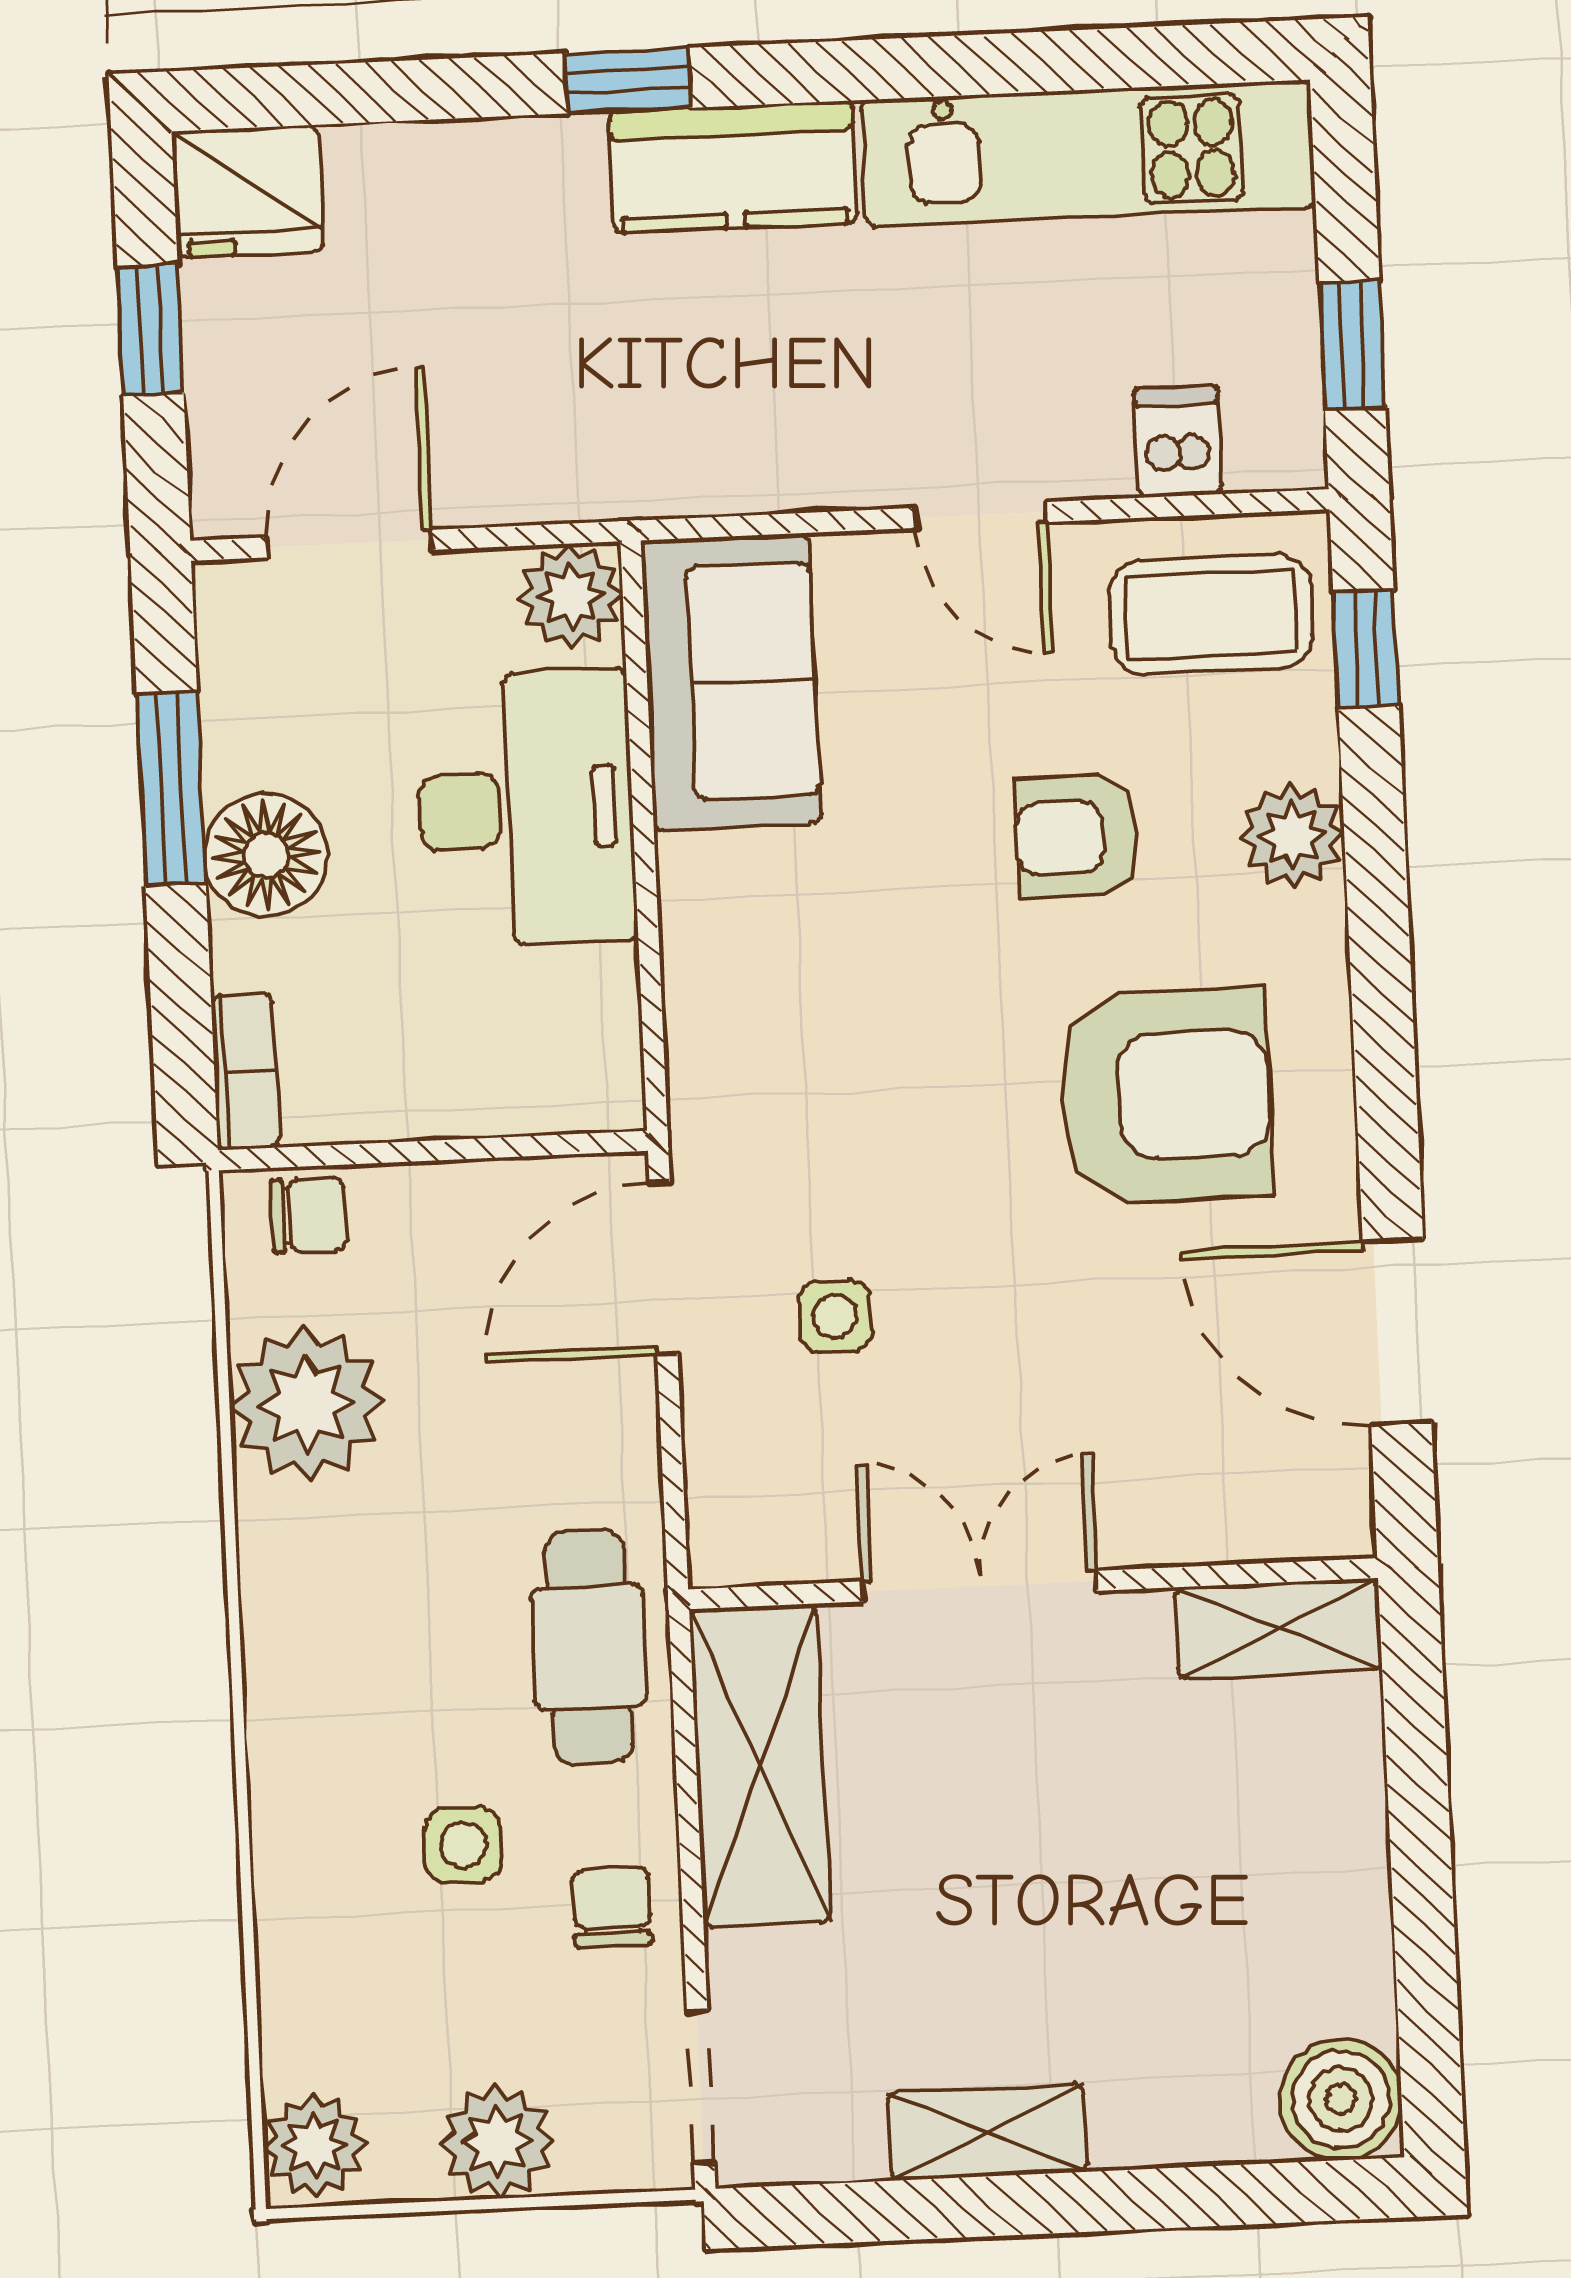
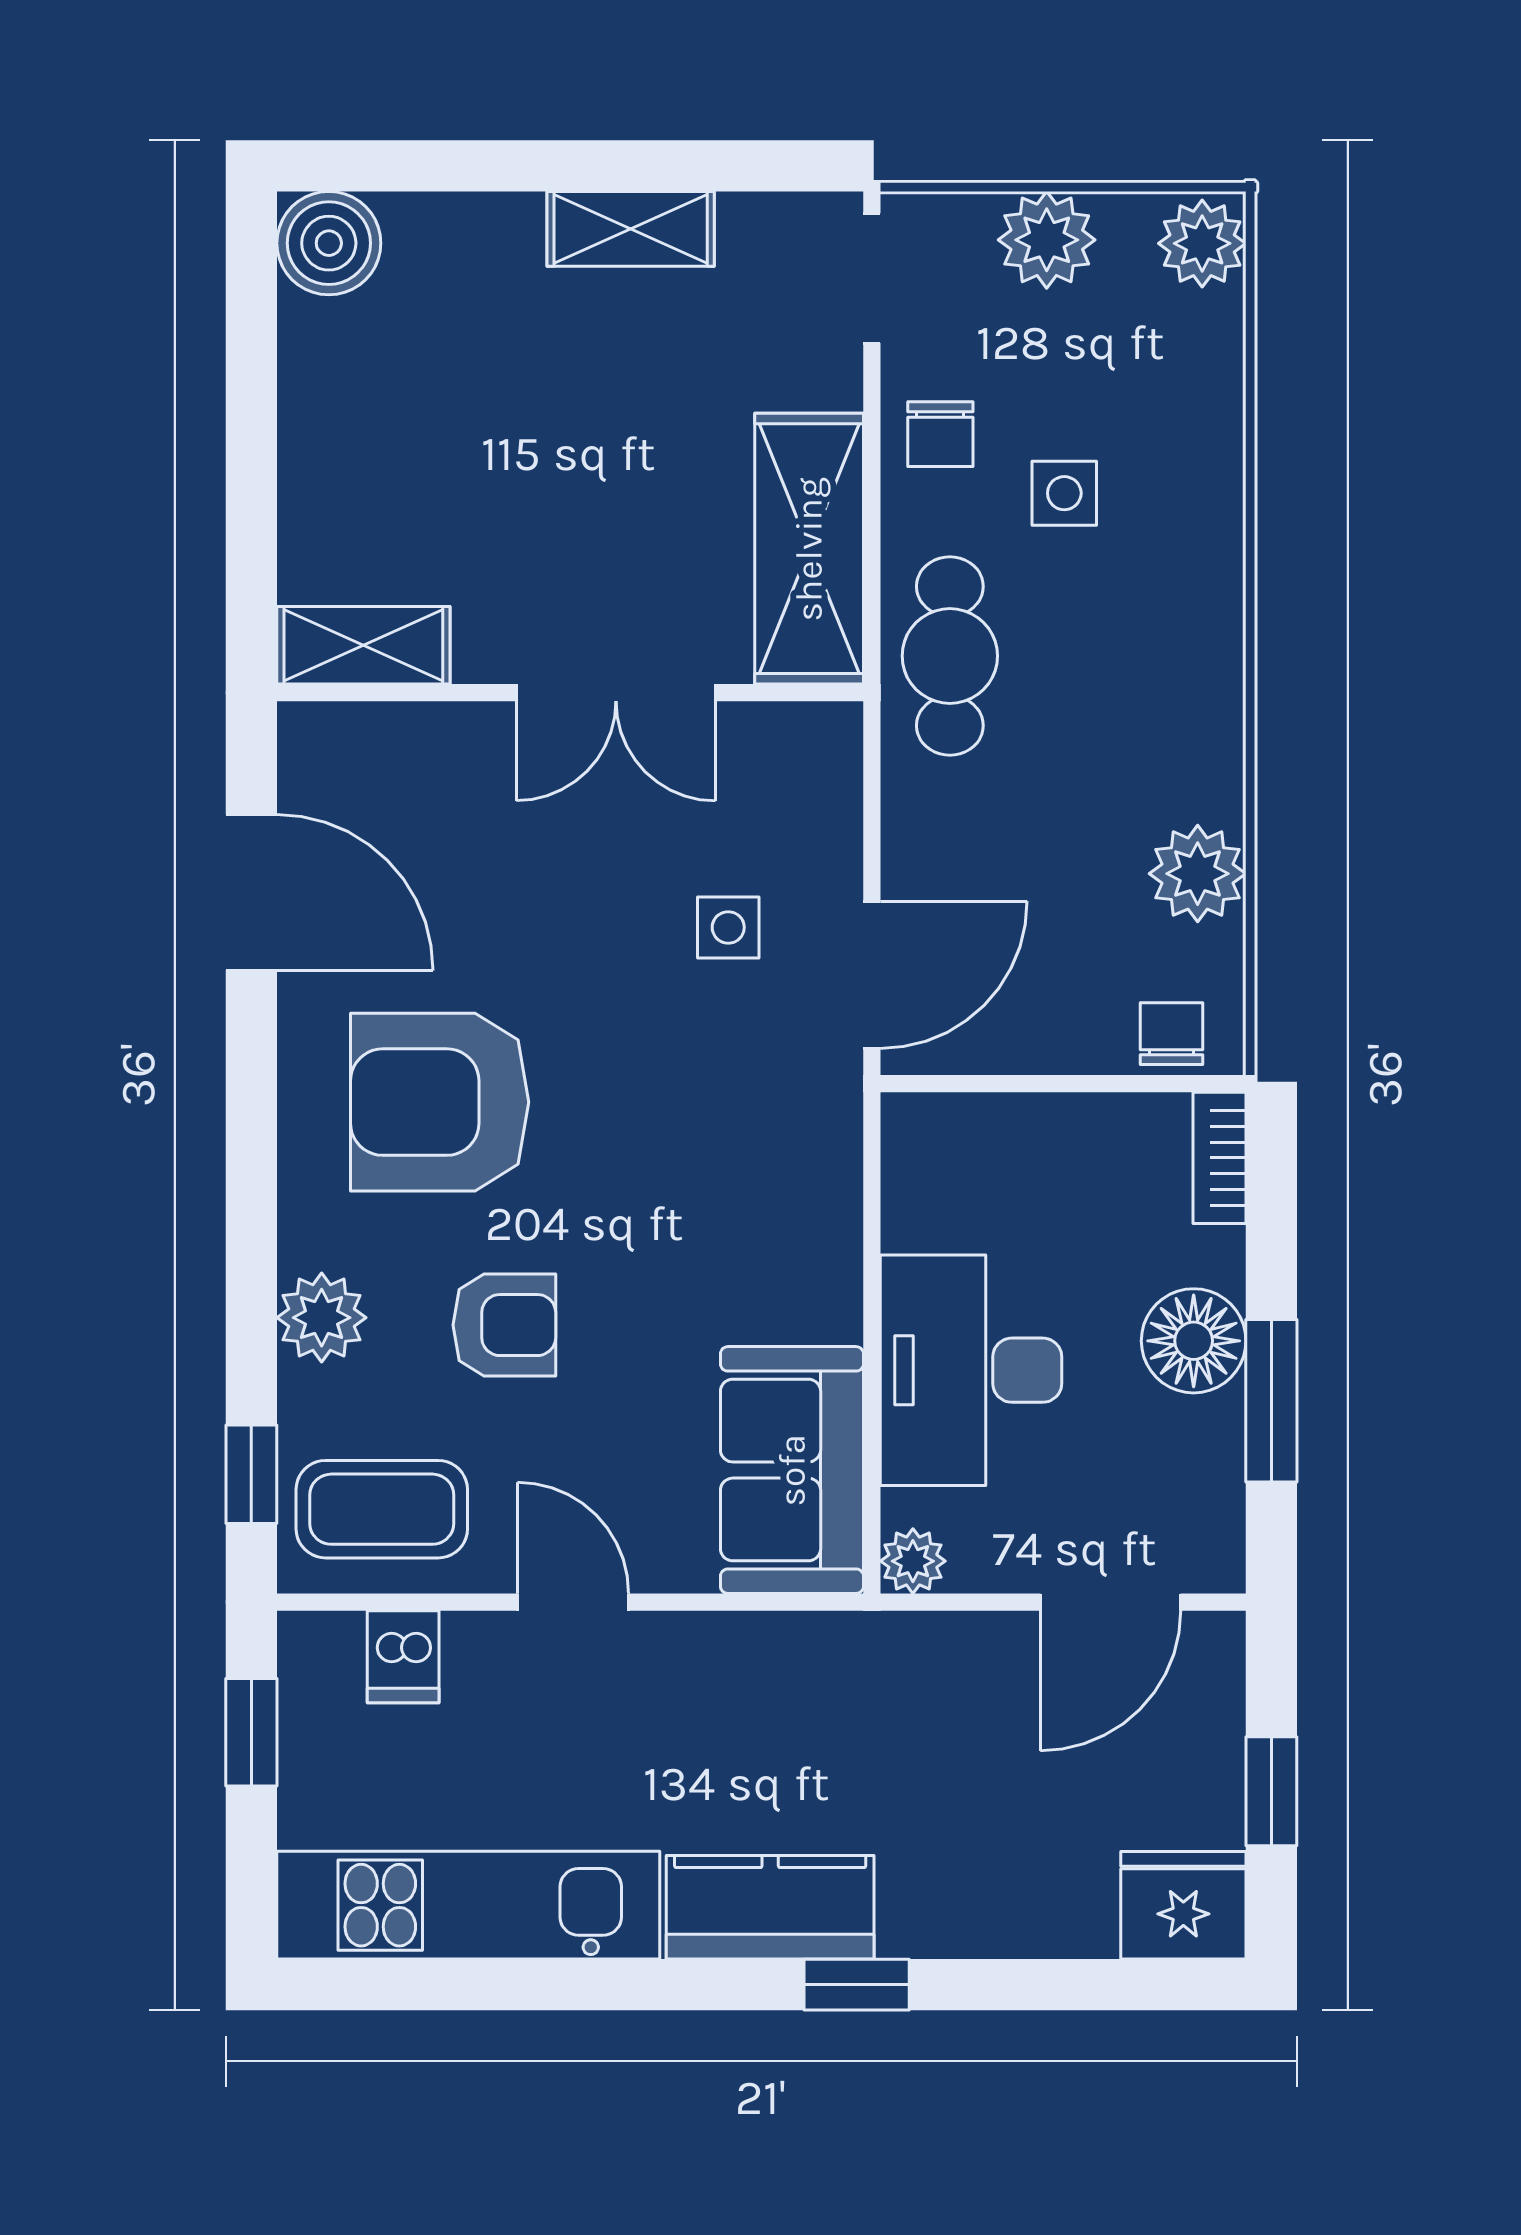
plant: (570, 596) -> (913, 1561), width x0.73, depth x0.73
chair: (308, 1215) -> (1171, 1034), turned 90
plant: (307, 1404) -> (1198, 874), width x0.73, depth x0.73

